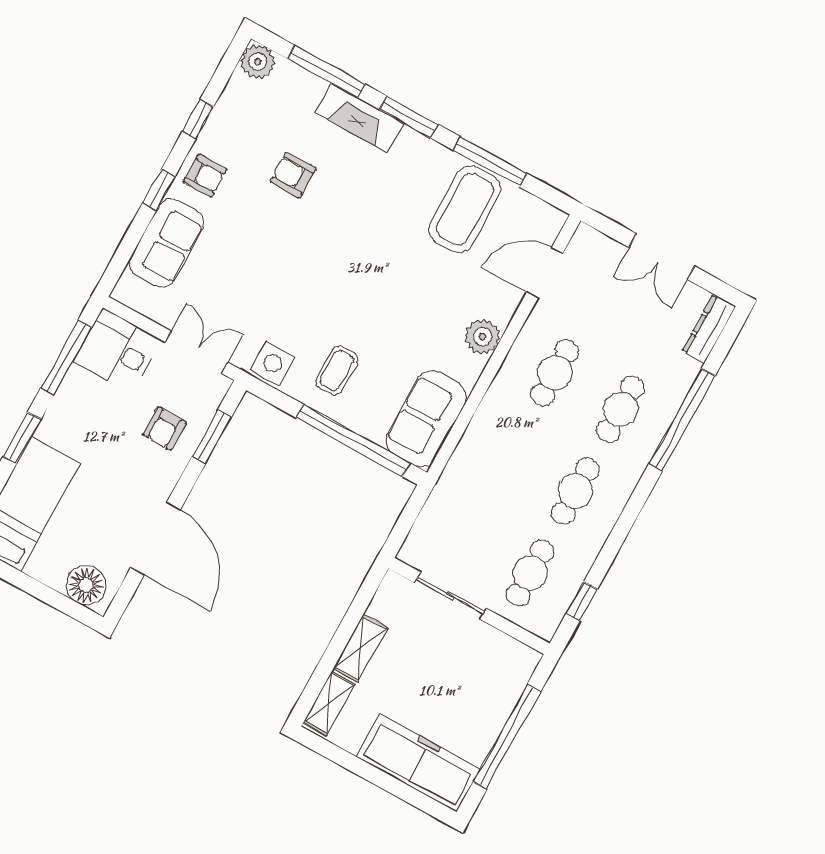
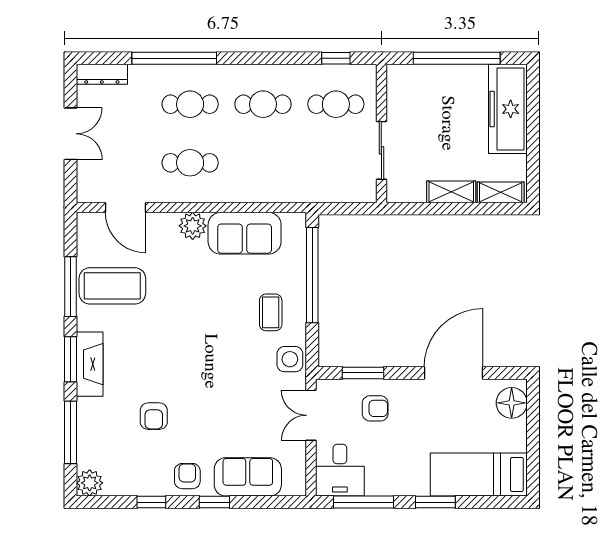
fireplace: (359, 118) -> (90, 364), moved
coffee table: (337, 371) -> (271, 312), turned 90
sofa: (426, 419) -> (245, 233), moved

